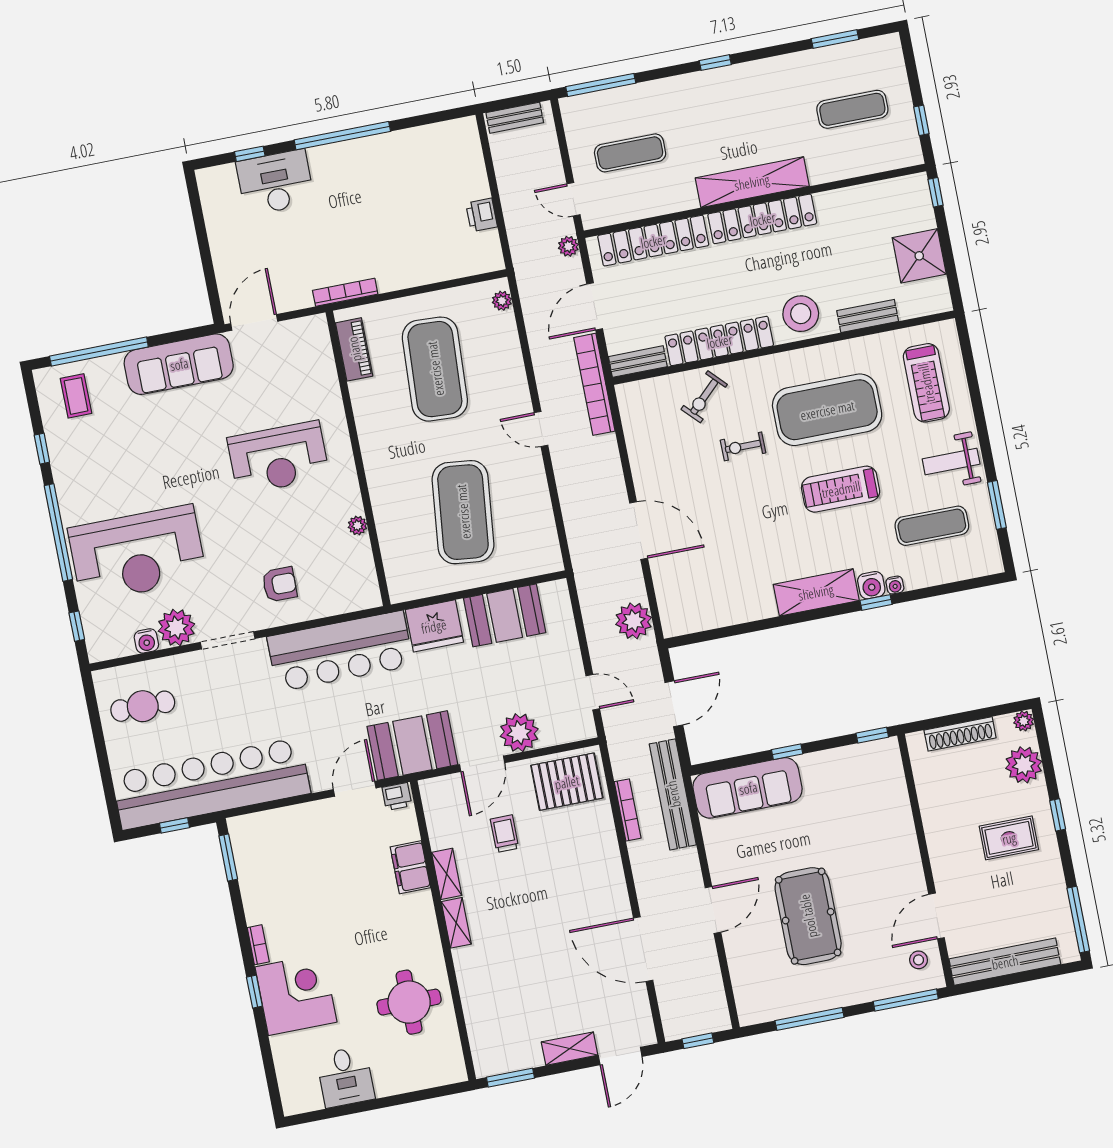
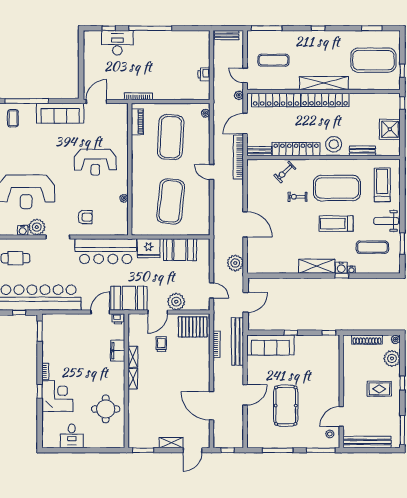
exercise mat: (852, 109) -> (373, 60), width x2.00, depth x1.45
treadmill: (926, 383) -> (382, 185), turned 180

